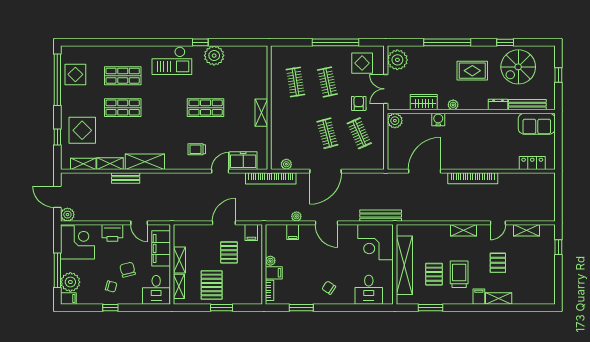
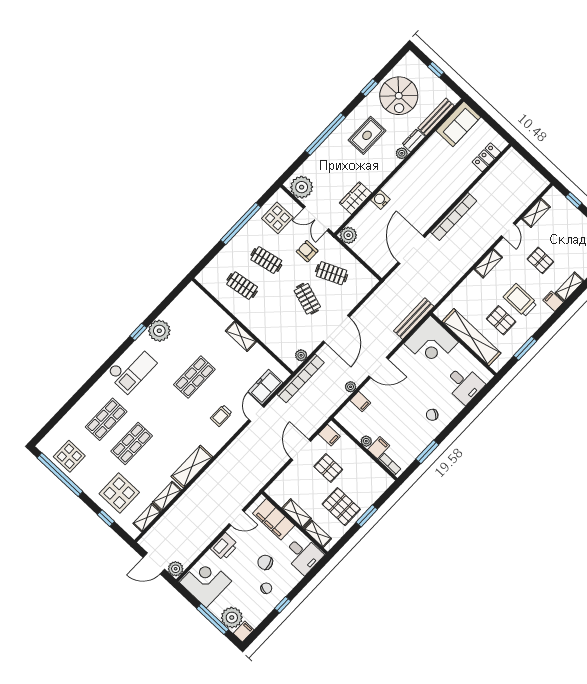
plant: (453, 105) -> (402, 153), moved
clothes rail: (327, 133) -> (307, 299), turned 33
bench: (126, 178) -> (190, 494), removed

